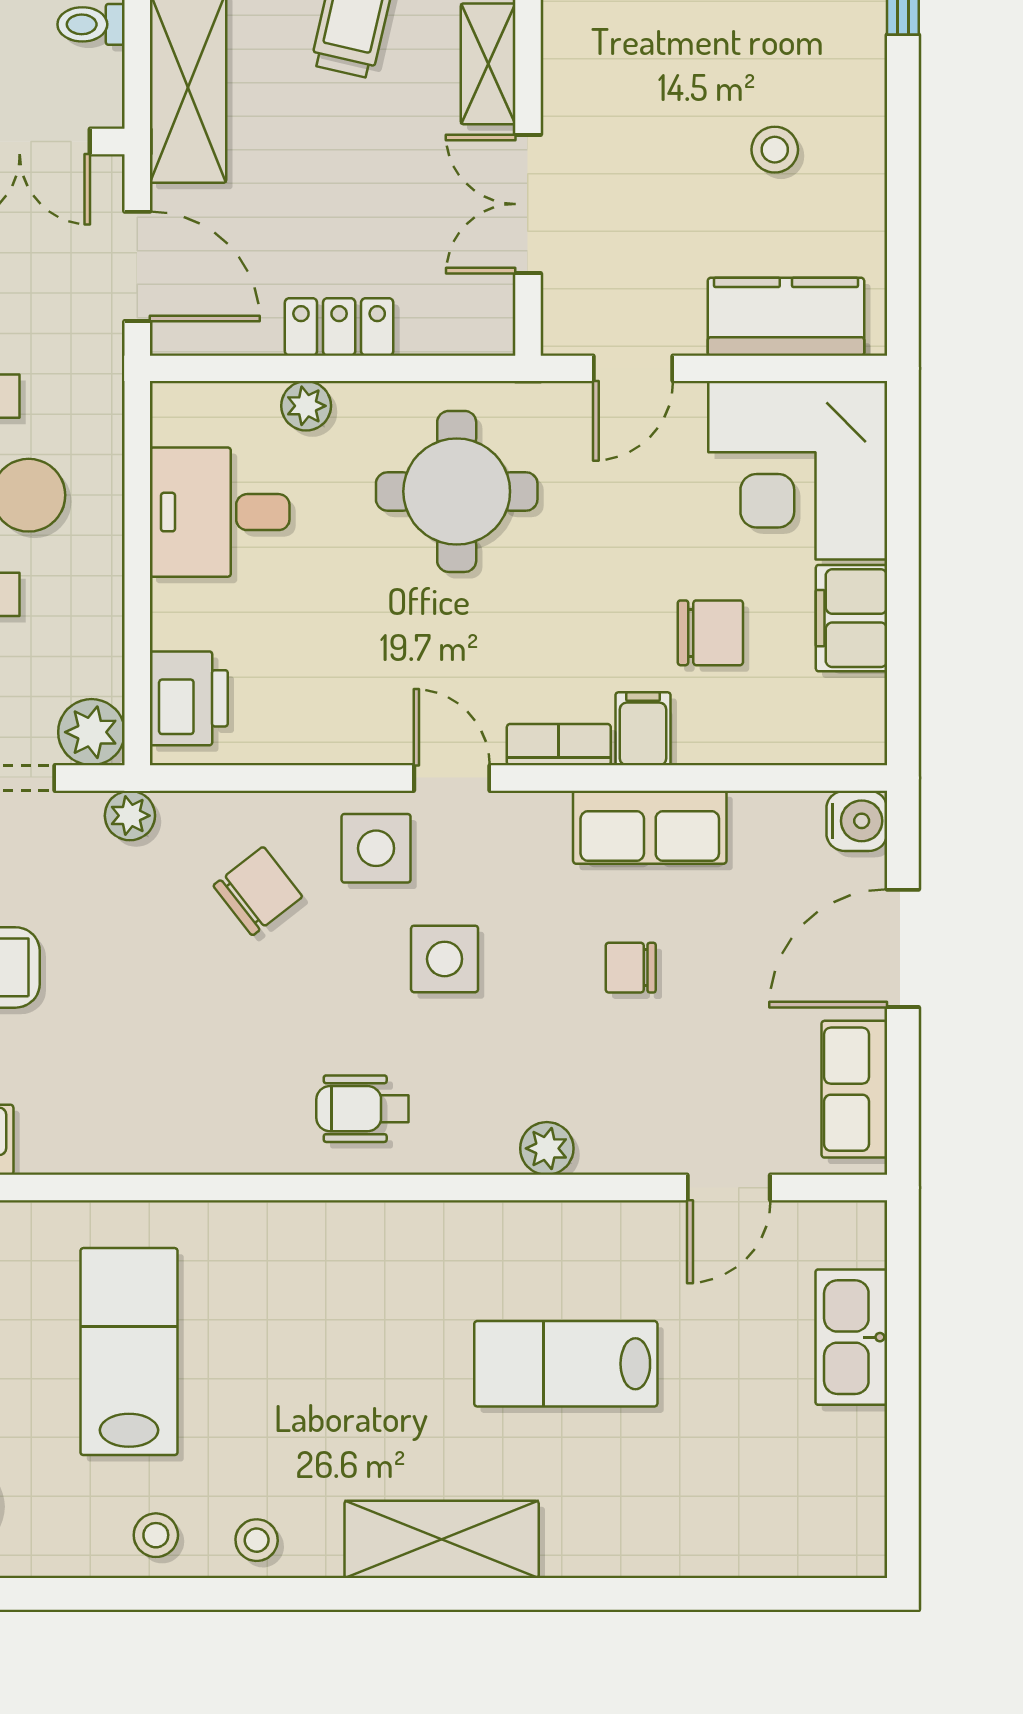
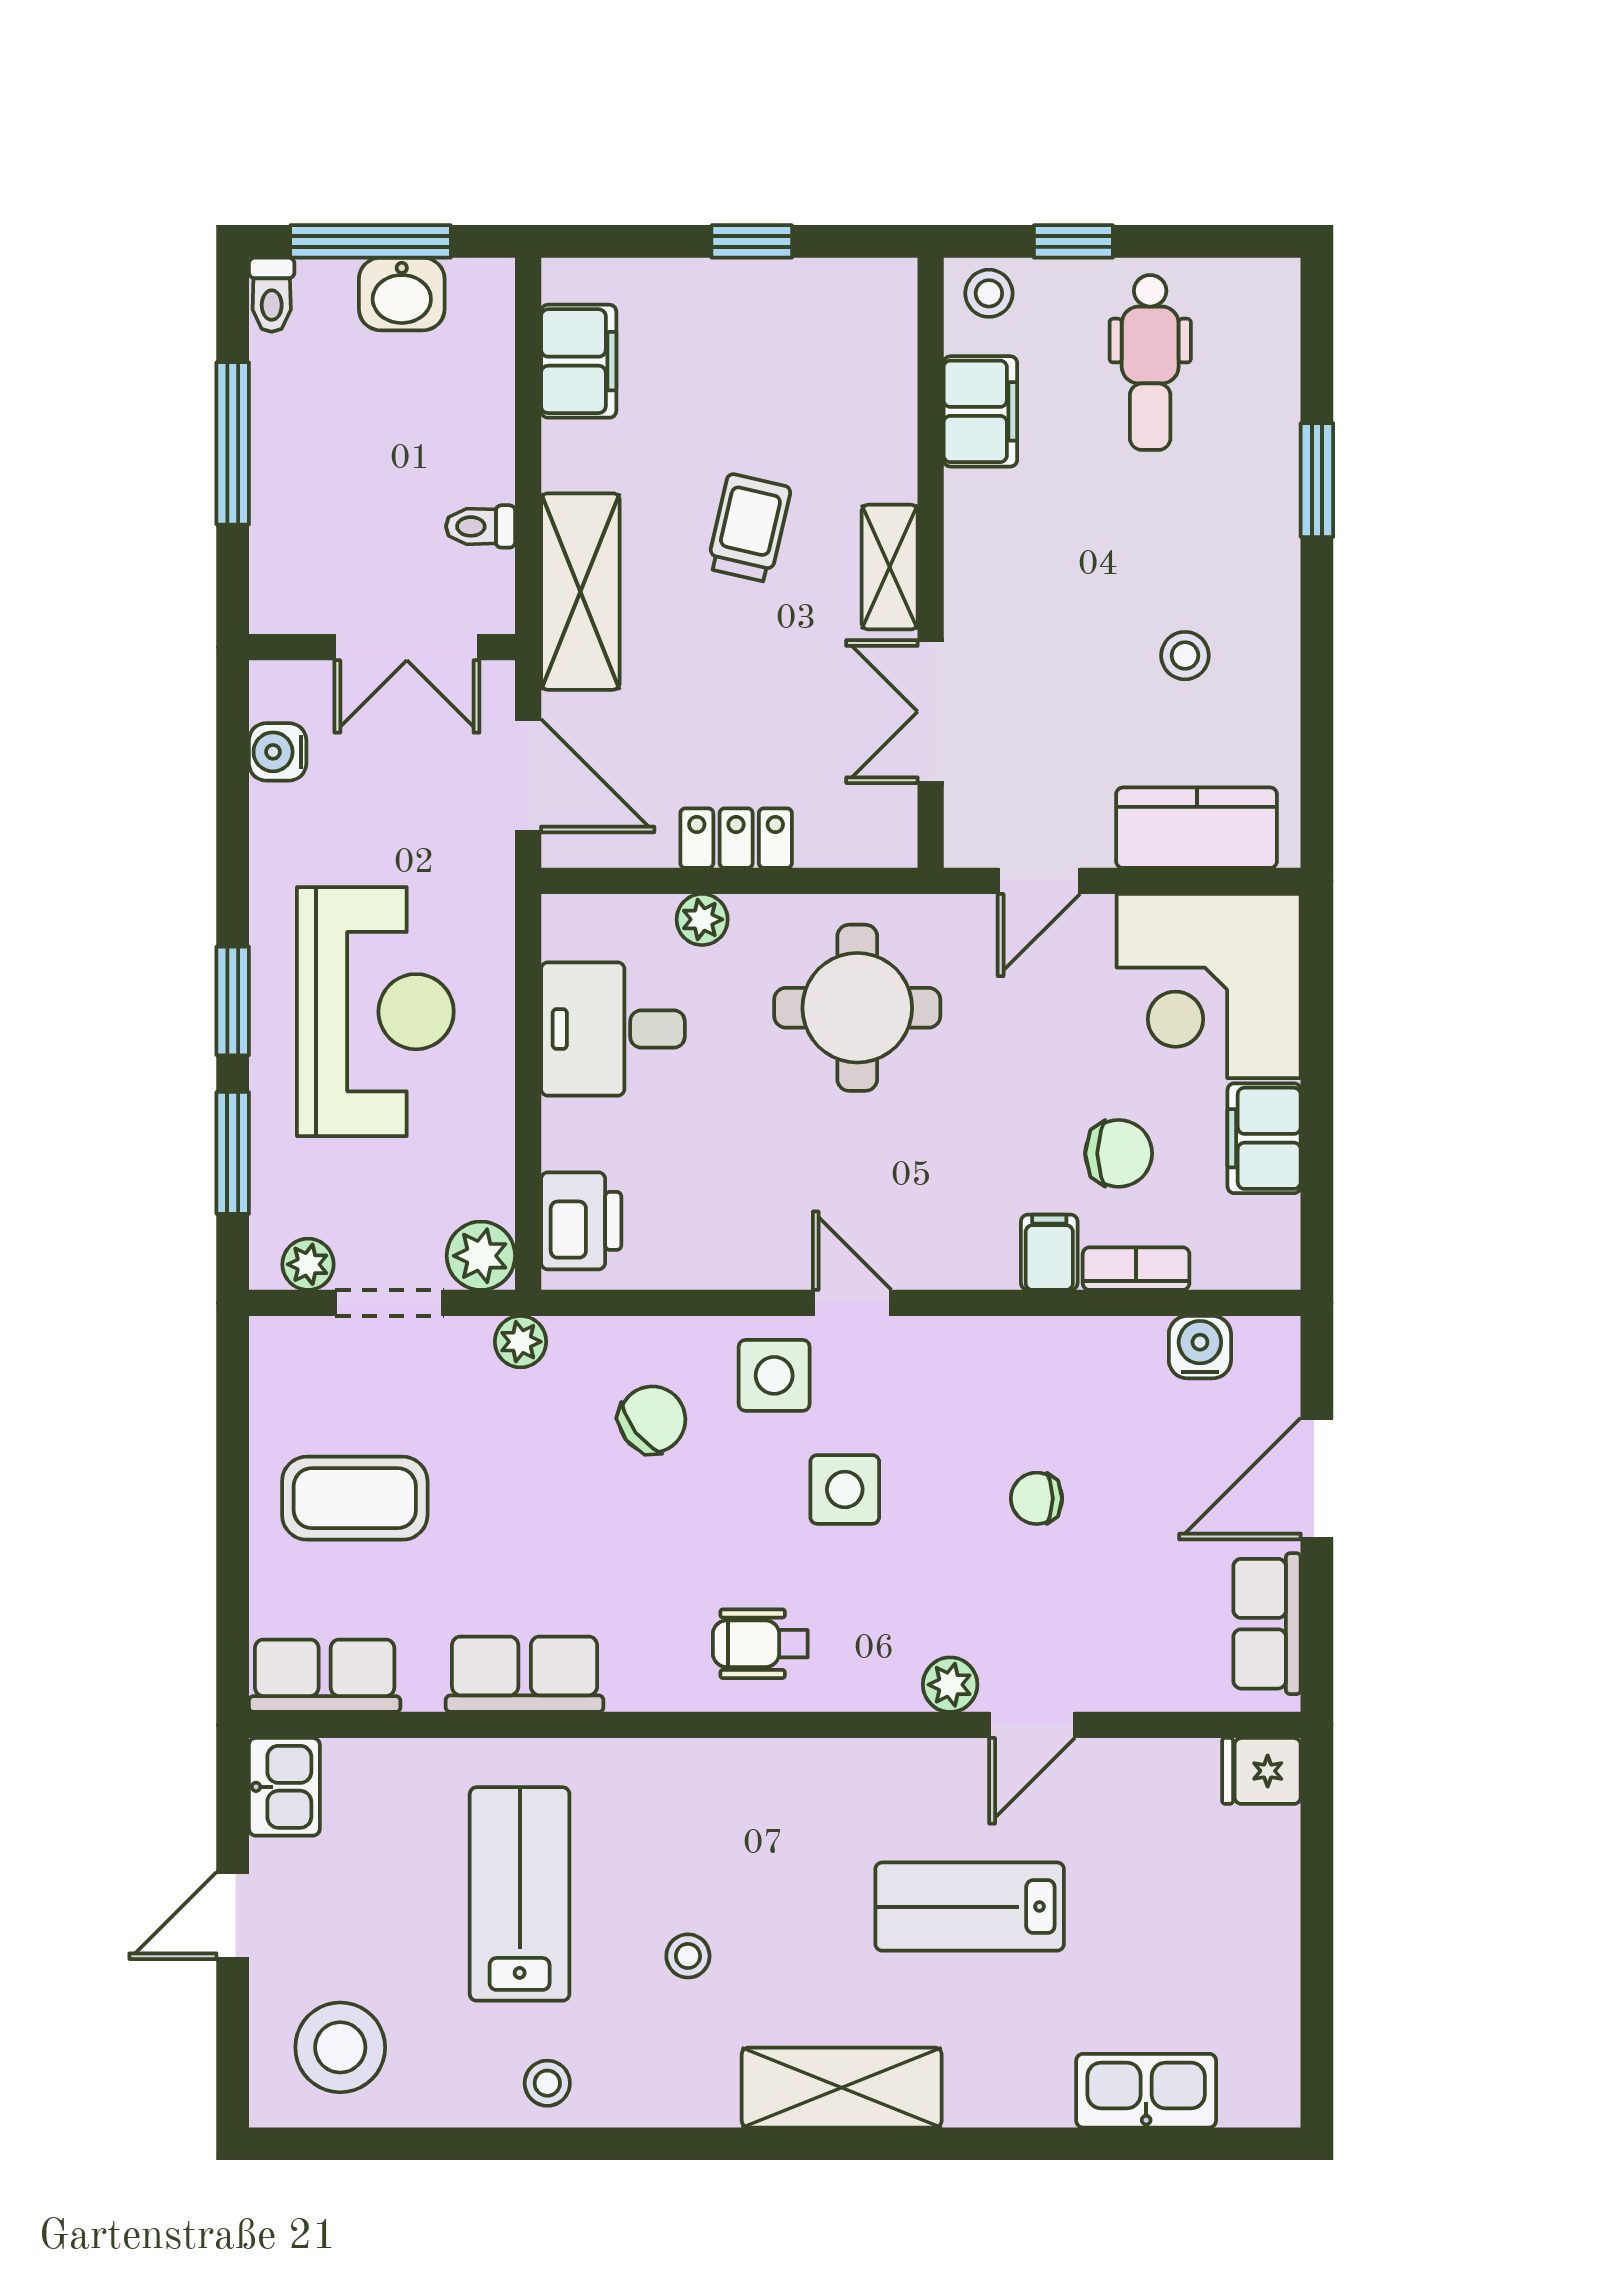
bookcase: (559, 745) -> (1136, 1269), moved
water cooler: (857, 821) -> (1200, 1347), moved, turned -90
row of seats: (650, 827) -> (525, 1674), moved, turned 180
door: (729, 1188) -> (1032, 1725), moved
fridge: (849, 1232) -> (1261, 1771), added
kitchen sink: (851, 1337) -> (1146, 2091), moved, turned 90
stool: (257, 1540) -> (688, 1956), moved

